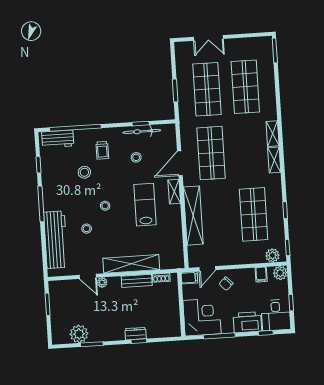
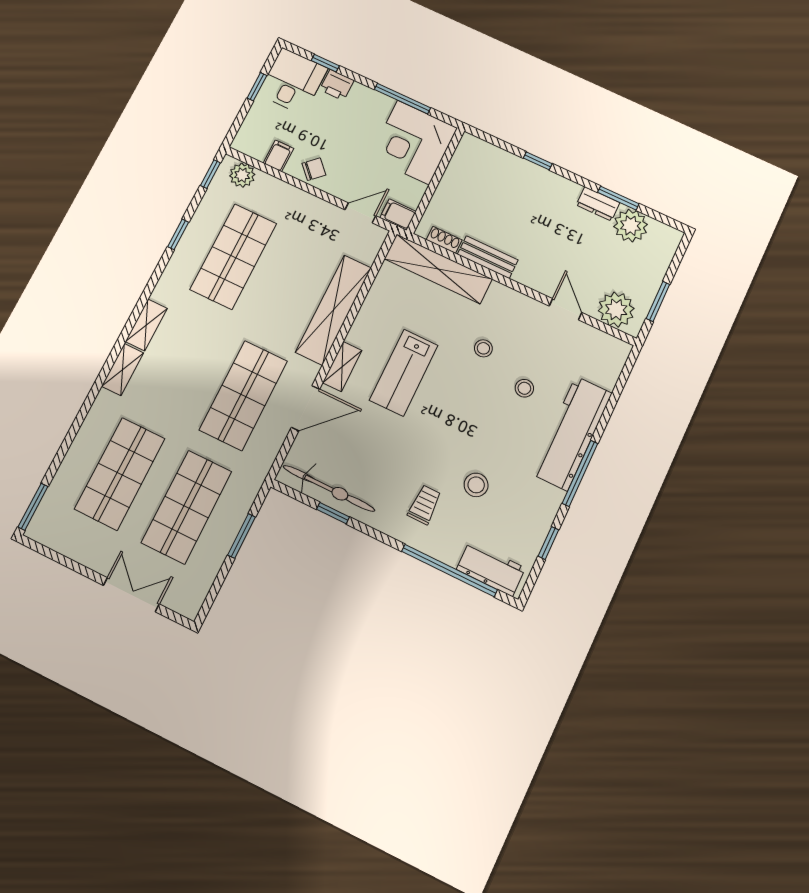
bicycle: (142, 131) -> (329, 488), width x1.37, depth x1.40
stool: (136, 157) -> (374, 460), removed
stool: (105, 206) -> (483, 348), moved
workbench: (56, 240) -> (572, 433), moved
shelving: (131, 264) -> (438, 269), moved
plant: (280, 273) -> (246, 141), removed
plant: (102, 282) -> (616, 310), moved, width x1.88, depth x1.88
chair: (226, 284) -> (314, 169), moved
printer: (247, 322) -> (337, 85), width x0.53, depth x0.68
dresser: (136, 334) -> (598, 204), moved

